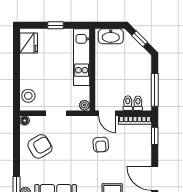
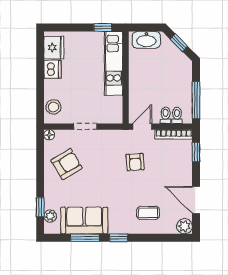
window: (55, 25) -> (103, 27), moved
dishwasher: (28, 62) -> (53, 69), added
plant: (84, 105) -> (117, 118), removed
door: (107, 113) -> (142, 127), swing flipped

